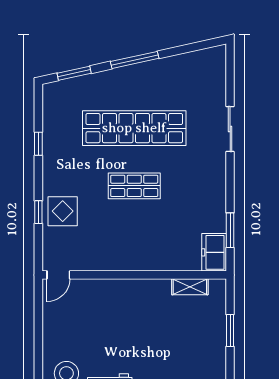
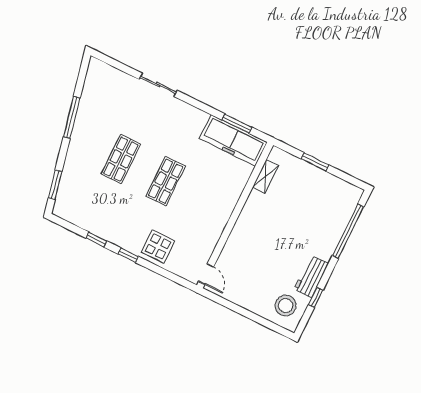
window: (135, 60) -> (72, 117), moved
shop shelf: (134, 128) -> (121, 159), width x0.50, depth x0.74
window: (38, 212) -> (128, 255), moved
freezer: (214, 252) -> (233, 140), width x1.91, depth x1.26

